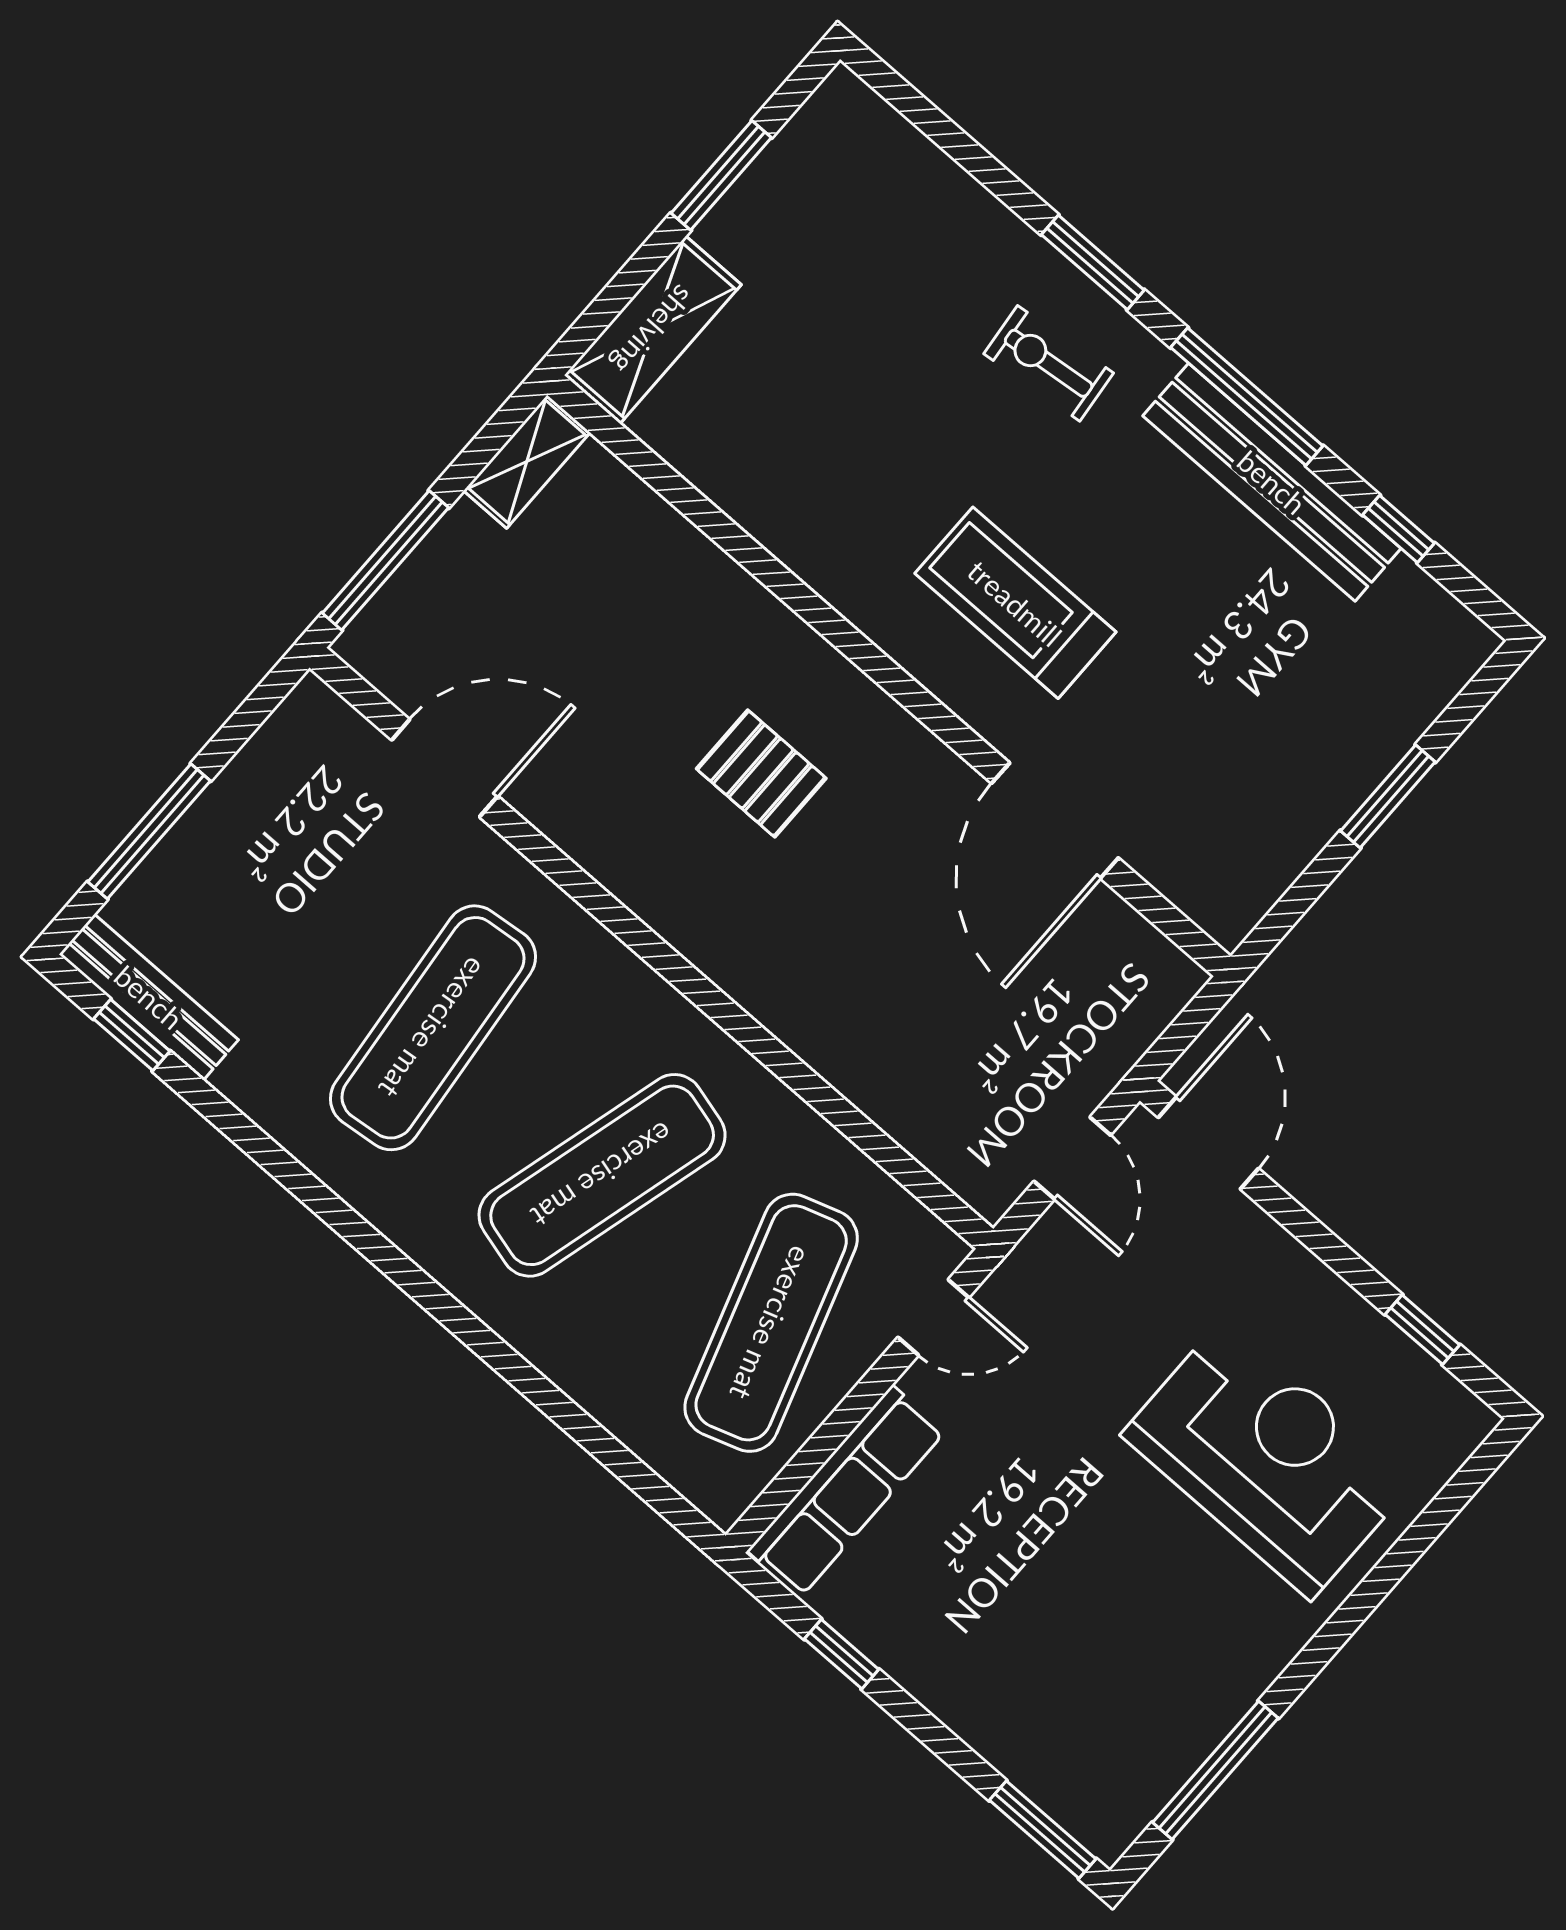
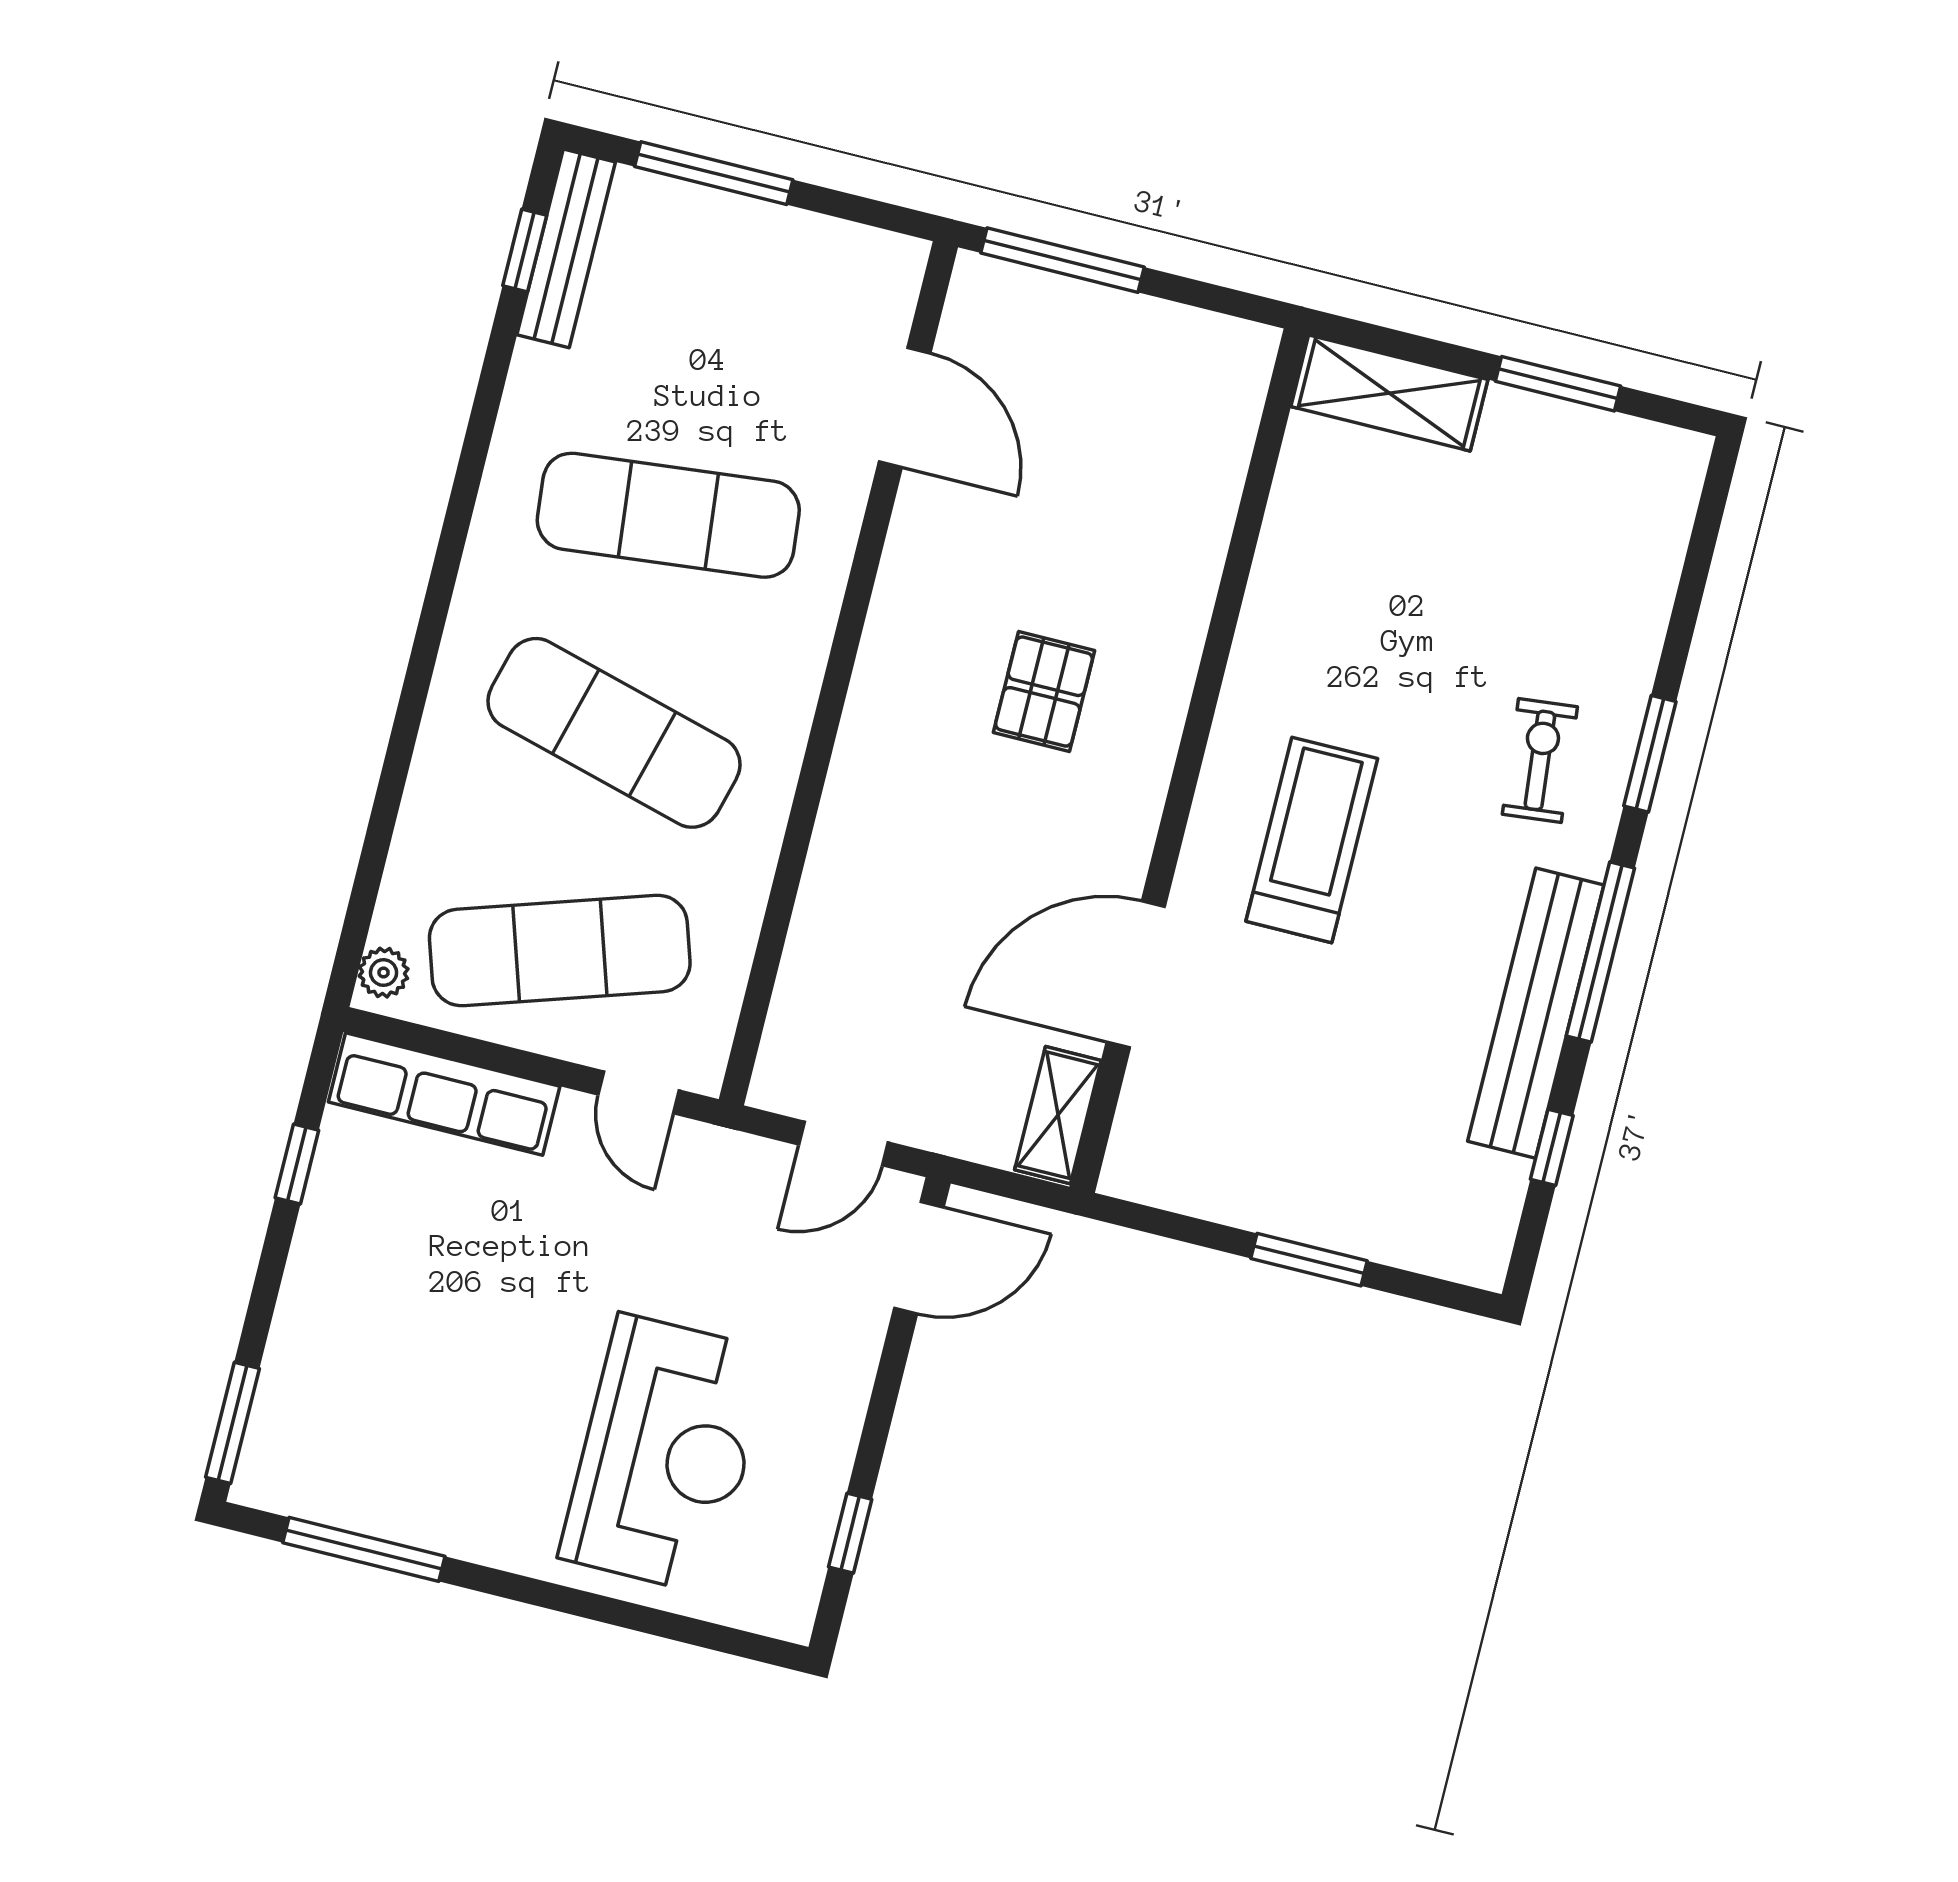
shelving: (527, 462) -> (1058, 1115), moved, turned 90
plant: (710, 1490) -> (384, 973), added

